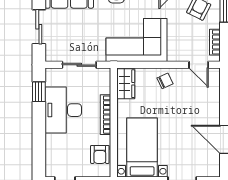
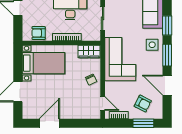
door: (199, 65) -> (103, 104), swing flipped

